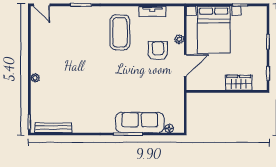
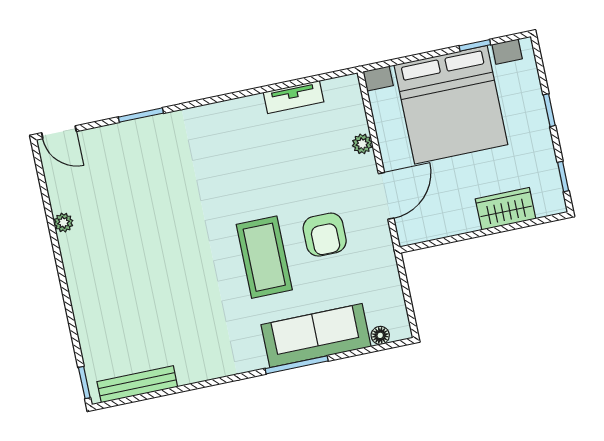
bed with nightstands: (214, 30) -> (451, 105), width x1.36
coffee table: (120, 32) -> (264, 257), moved
armchair: (158, 51) -> (325, 235), moved, turned 180
plant: (35, 78) -> (63, 223), moved

